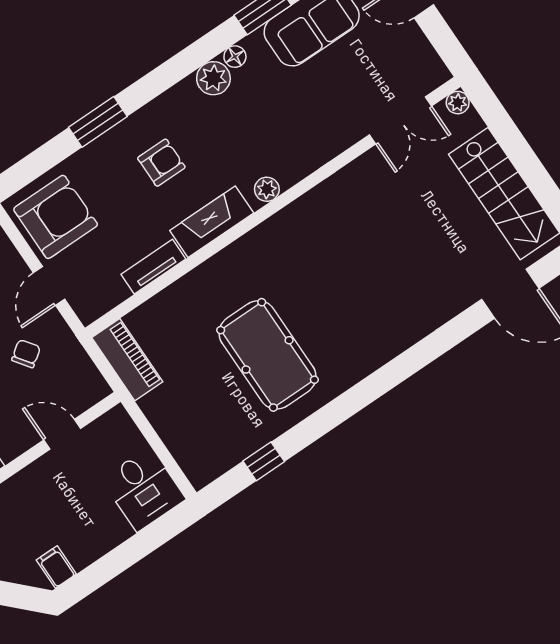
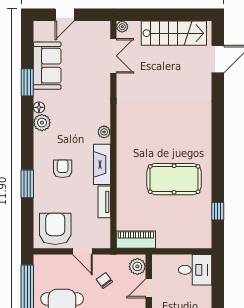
plant: (85, 392) -> (137, 266), added

